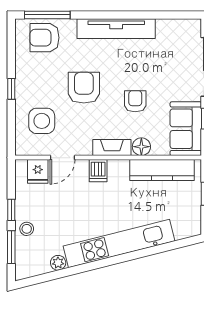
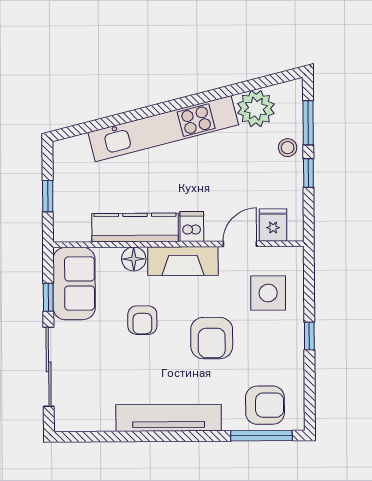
fireplace: (112, 148) -> (183, 261), width x1.37, depth x1.32
kitchen counter: (162, 170) -> (135, 228), moved
plant: (58, 263) -> (256, 109), width x1.87, depth x1.87

